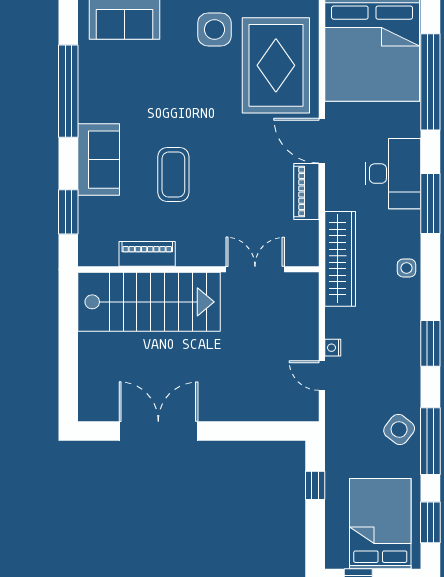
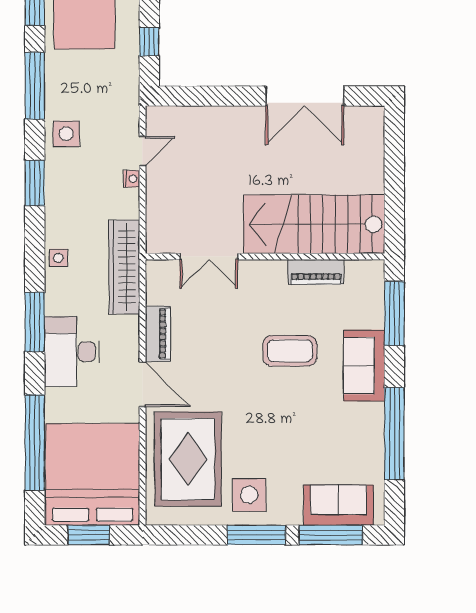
coffee table: (173, 175) -> (290, 351), turned 90
window: (68, 212) -> (394, 314), width x1.44
door: (322, 376) -> (142, 151), hinge flipped
side table: (399, 429) -> (66, 134), moved, turned -38

